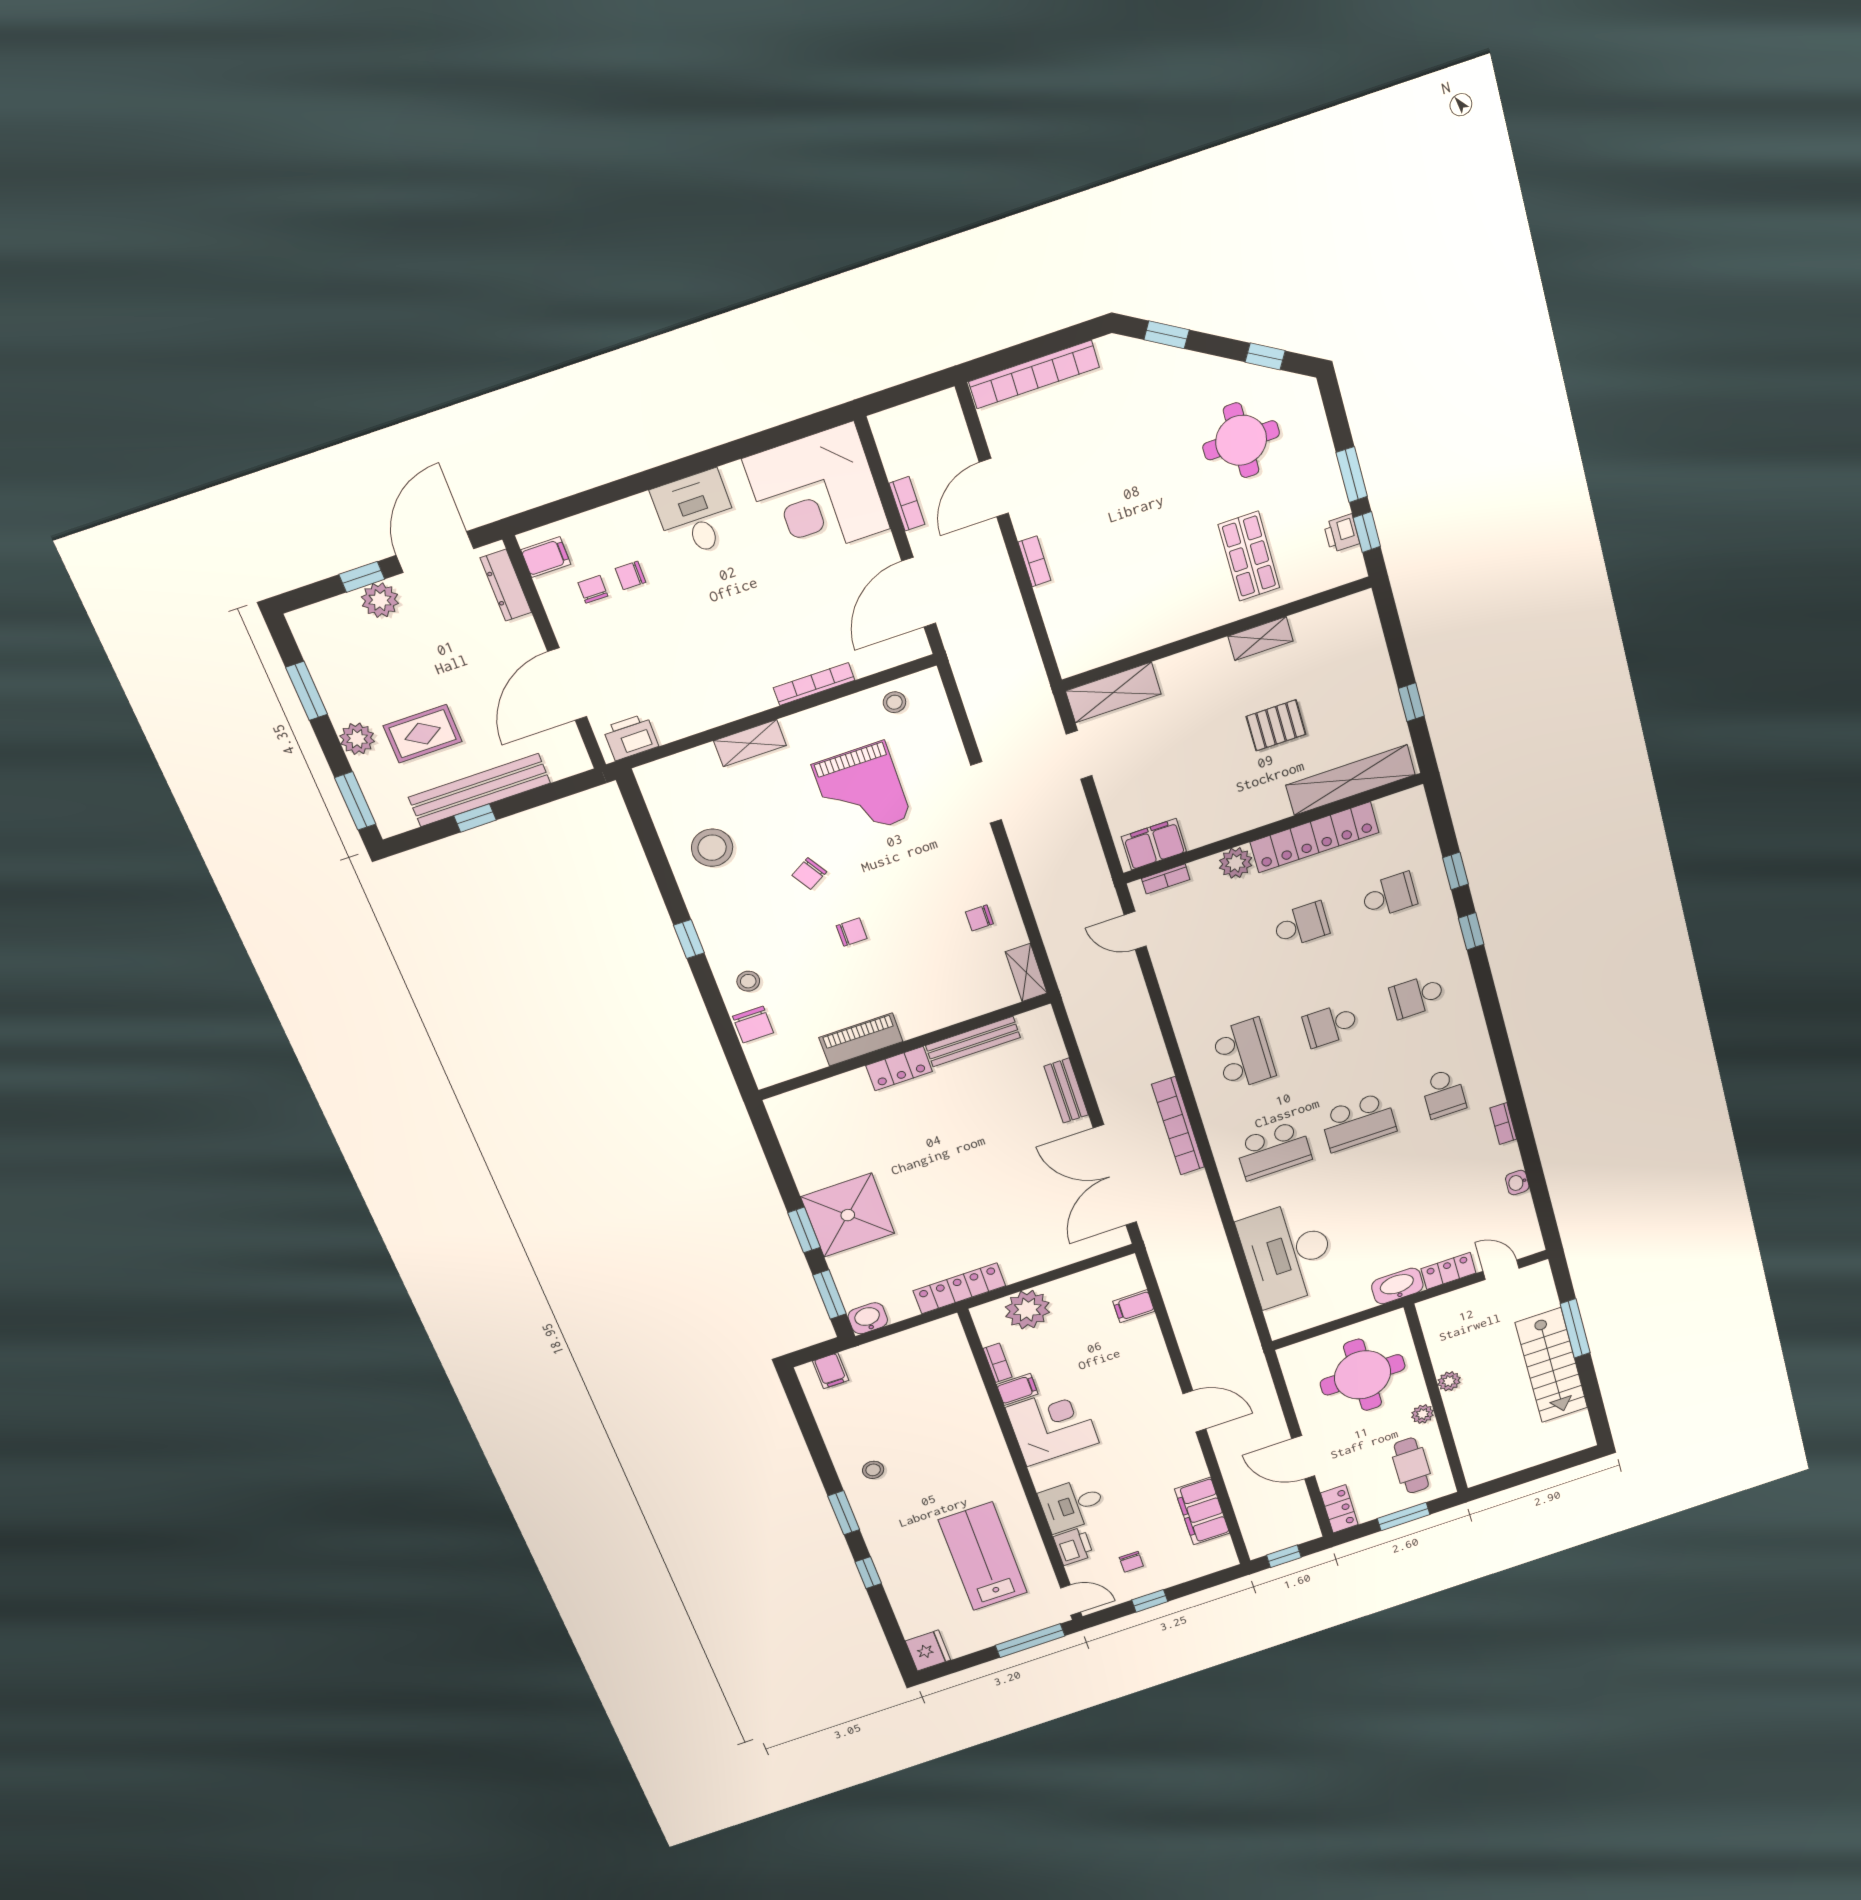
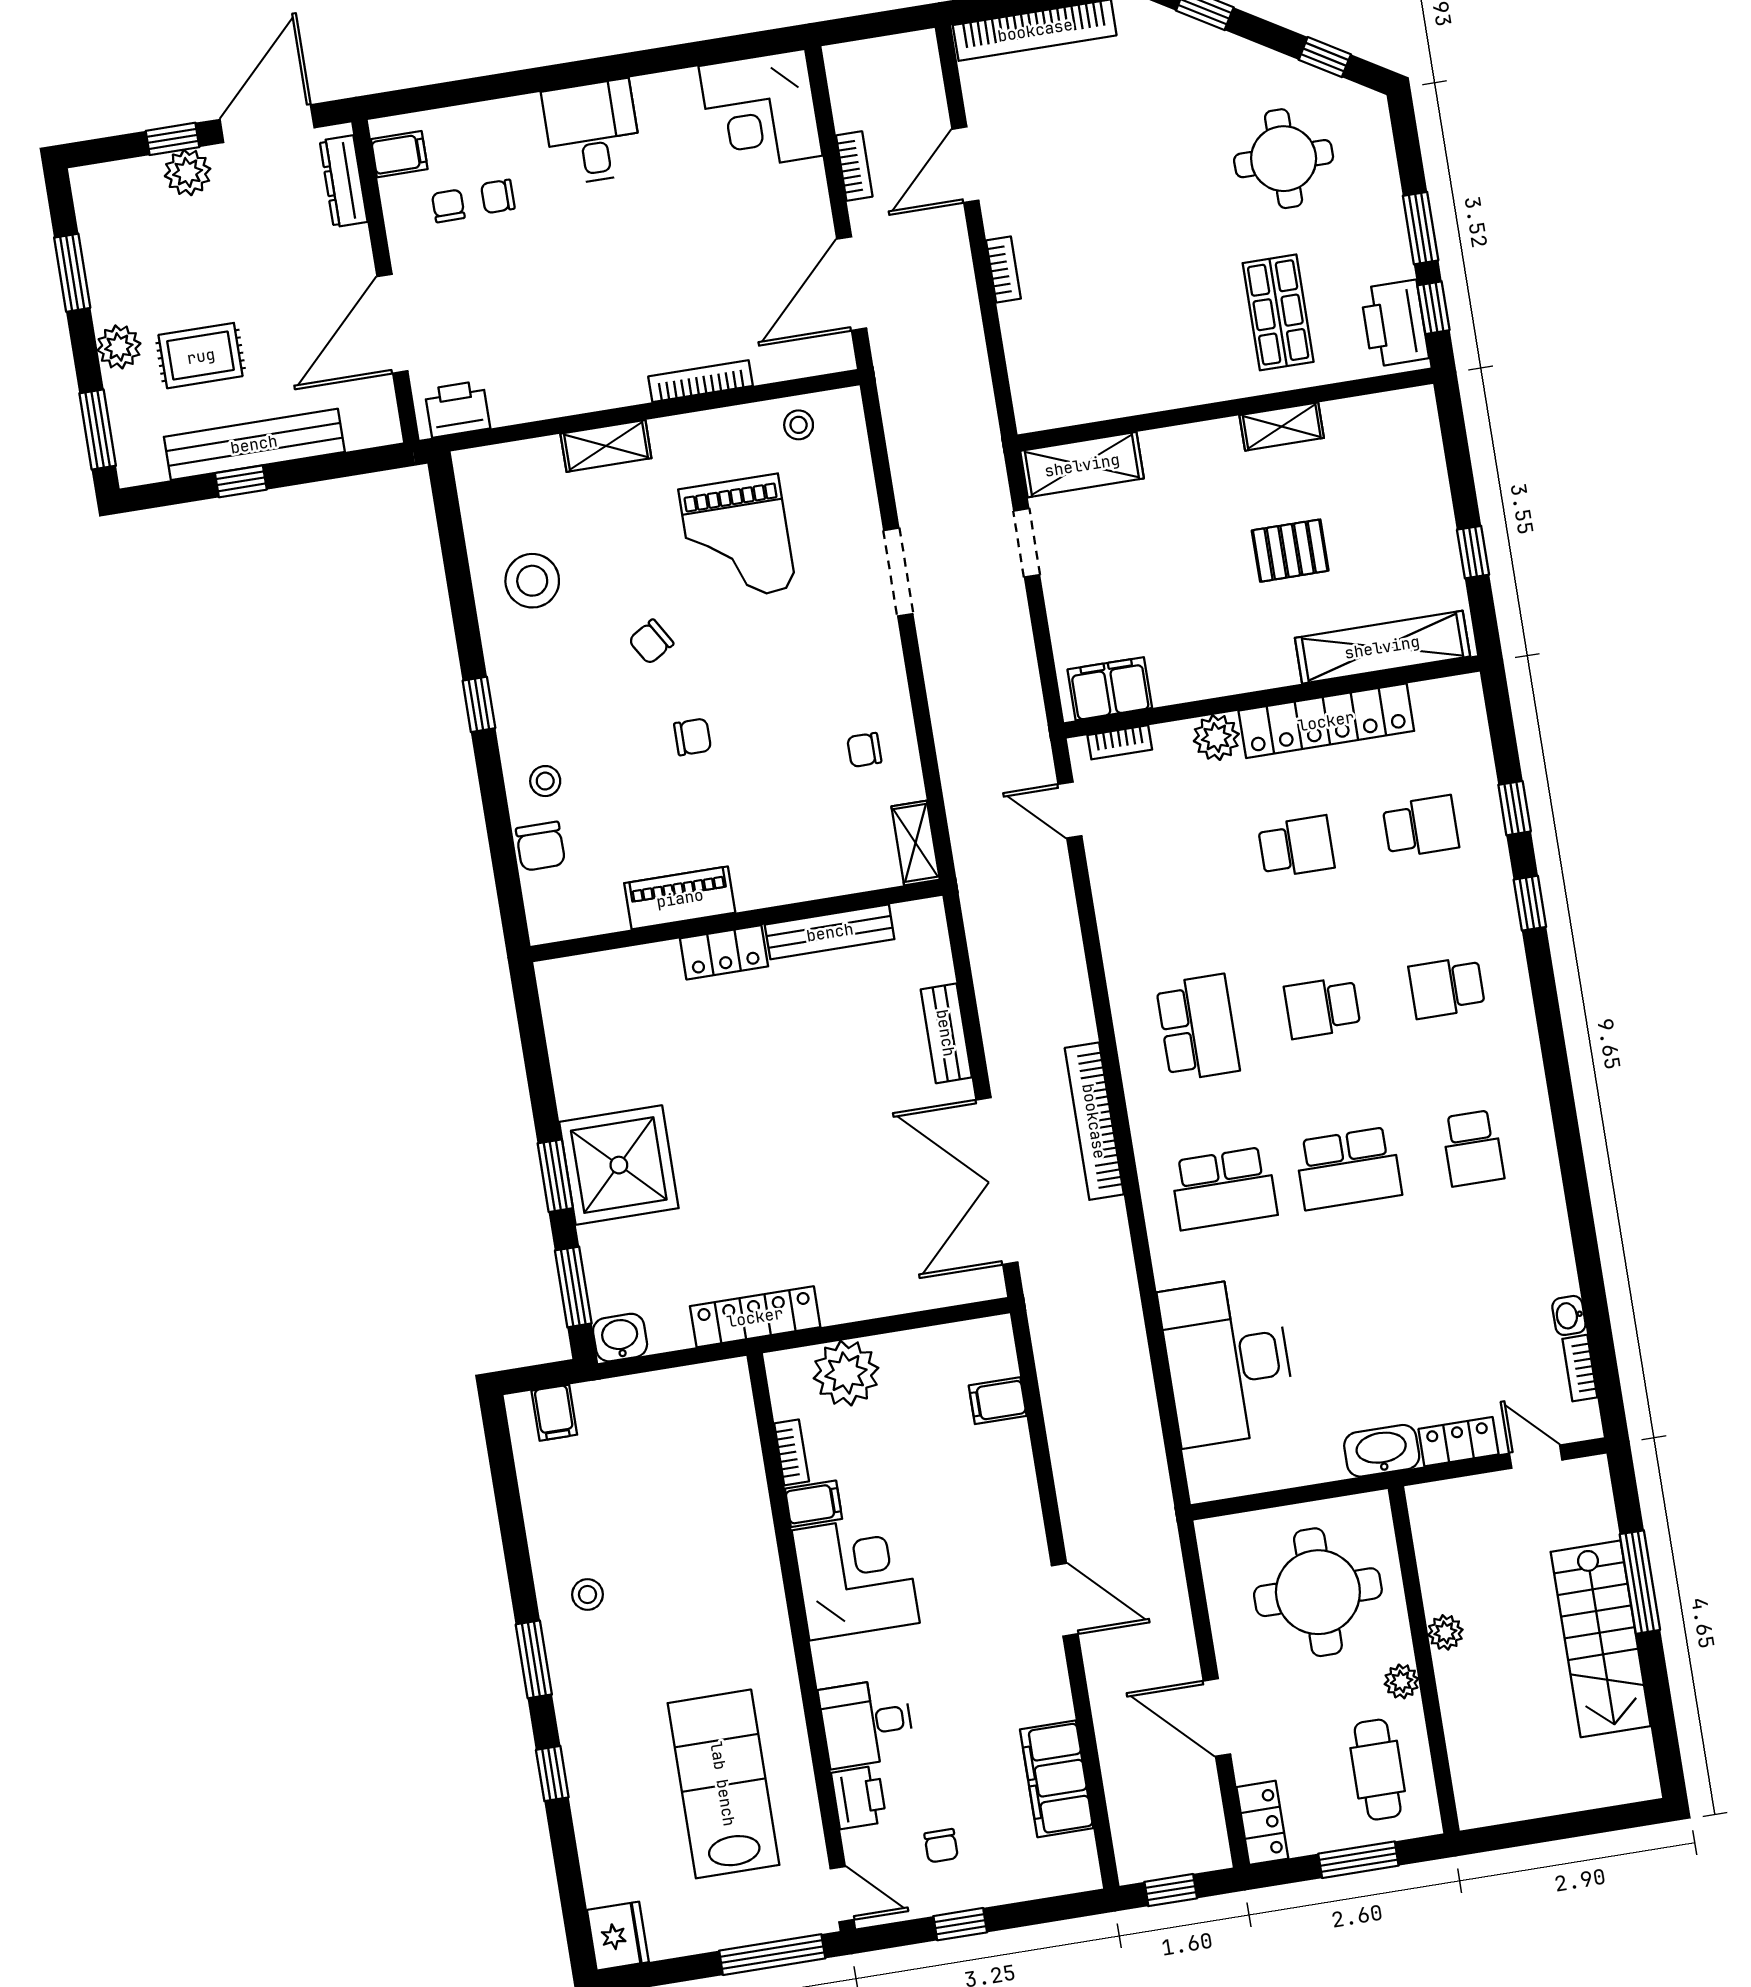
corner desk: (816, 494) -> (760, 111), width x0.74, depth x0.74
printer: (1342, 533) -> (1394, 323), width x1.87, depth x1.48
bookcase: (1503, 1124) -> (1580, 1368), moved

